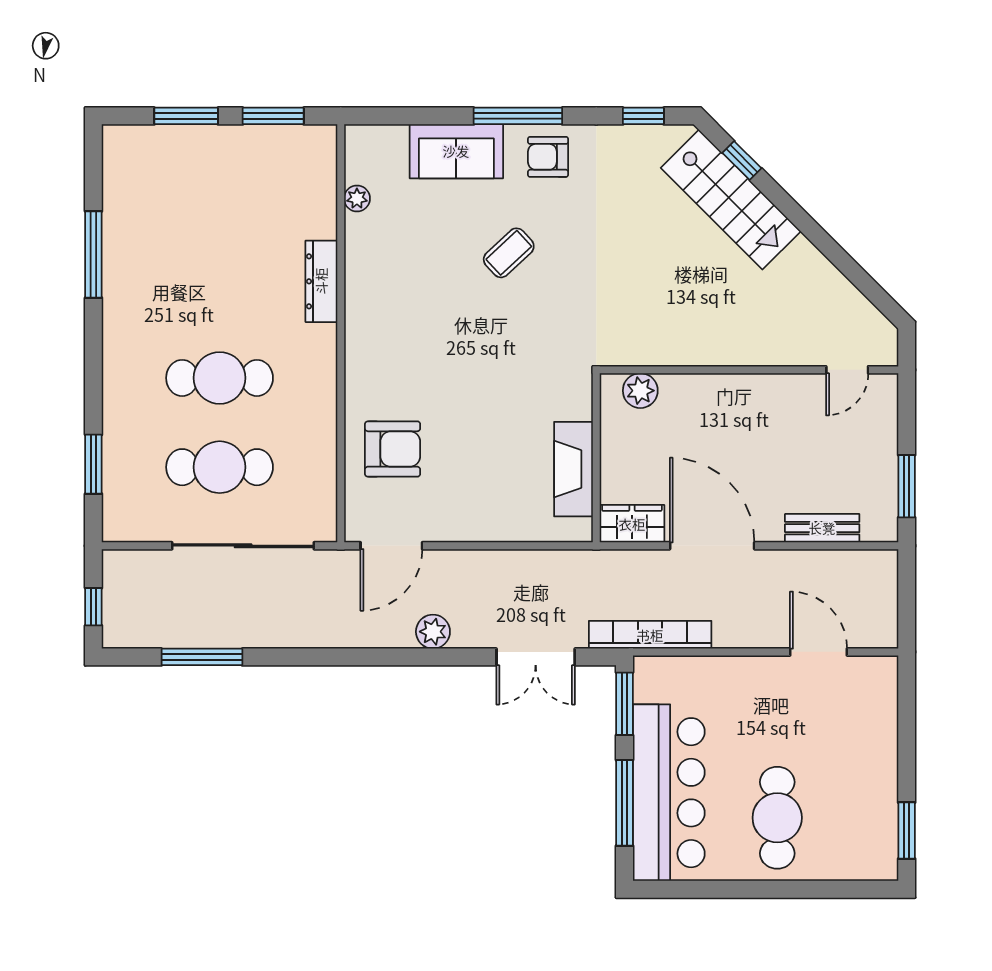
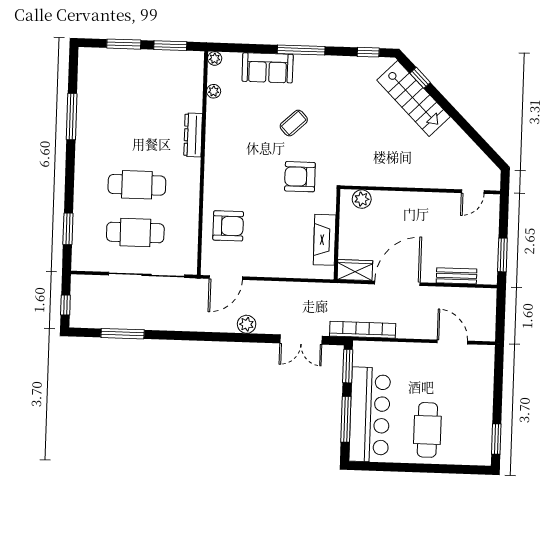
plant: (357, 137) -> (215, 58), added
armchair: (548, 157) -> (300, 177), moved, width x1.38, depth x1.38
door: (712, 546) -> (397, 283), hinge flipped

